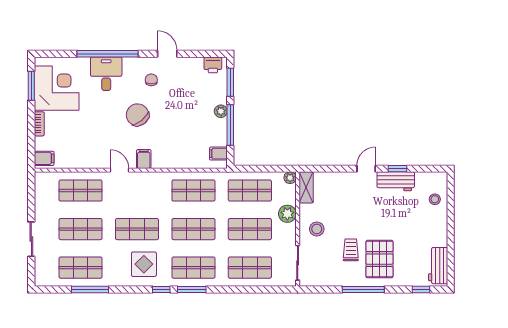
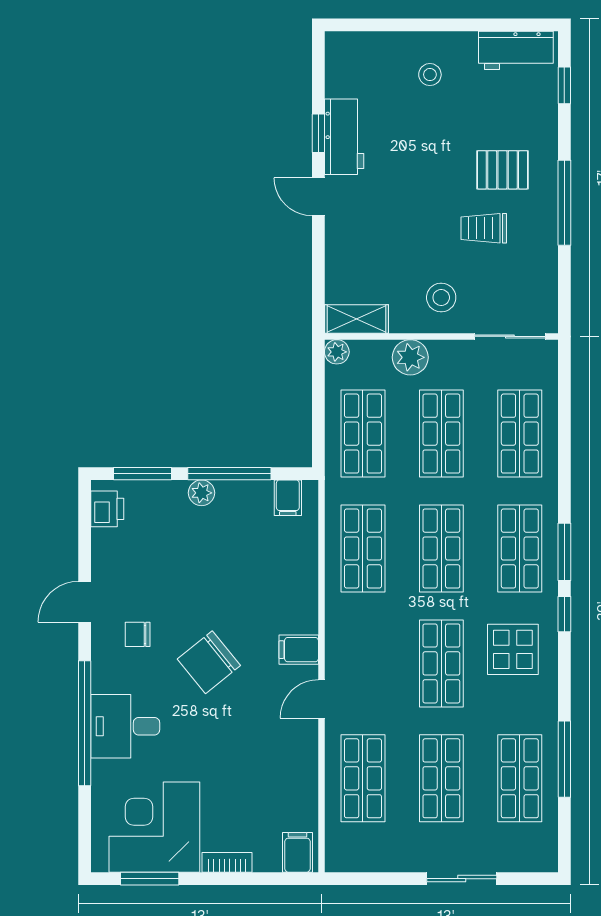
stool: (435, 199) -> (430, 75), moved
pallet: (379, 259) -> (502, 170), width x0.67, depth x0.71

